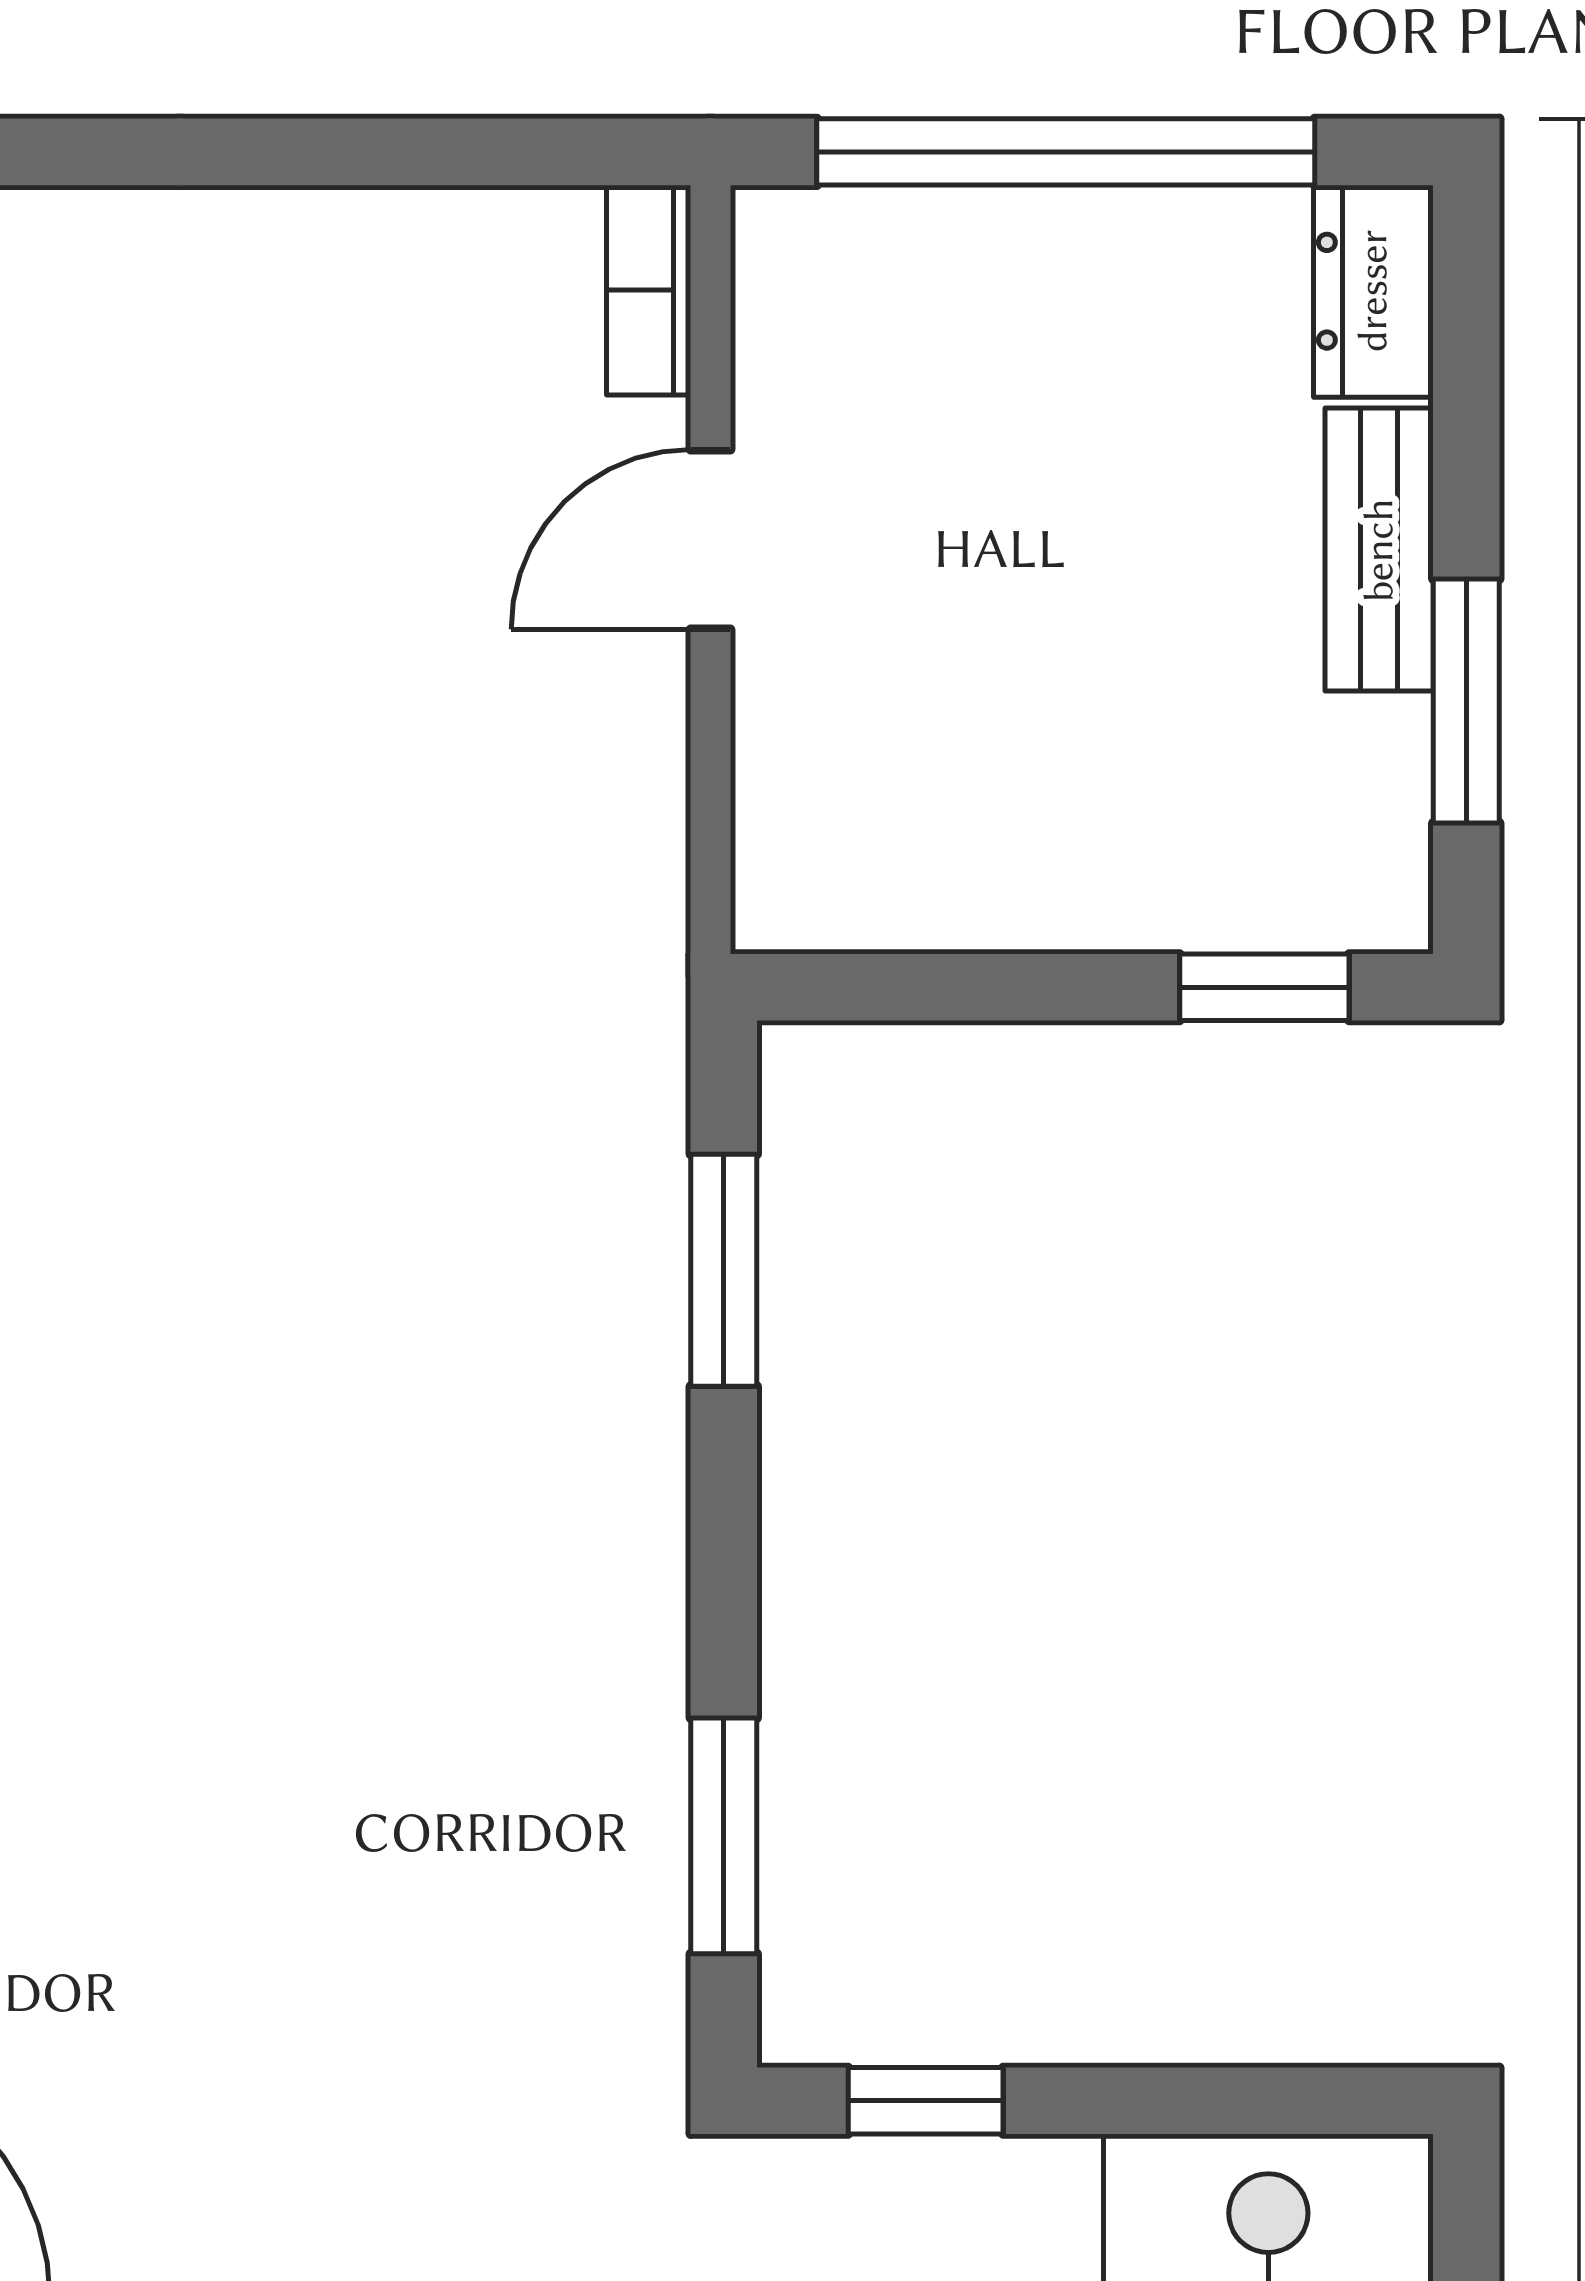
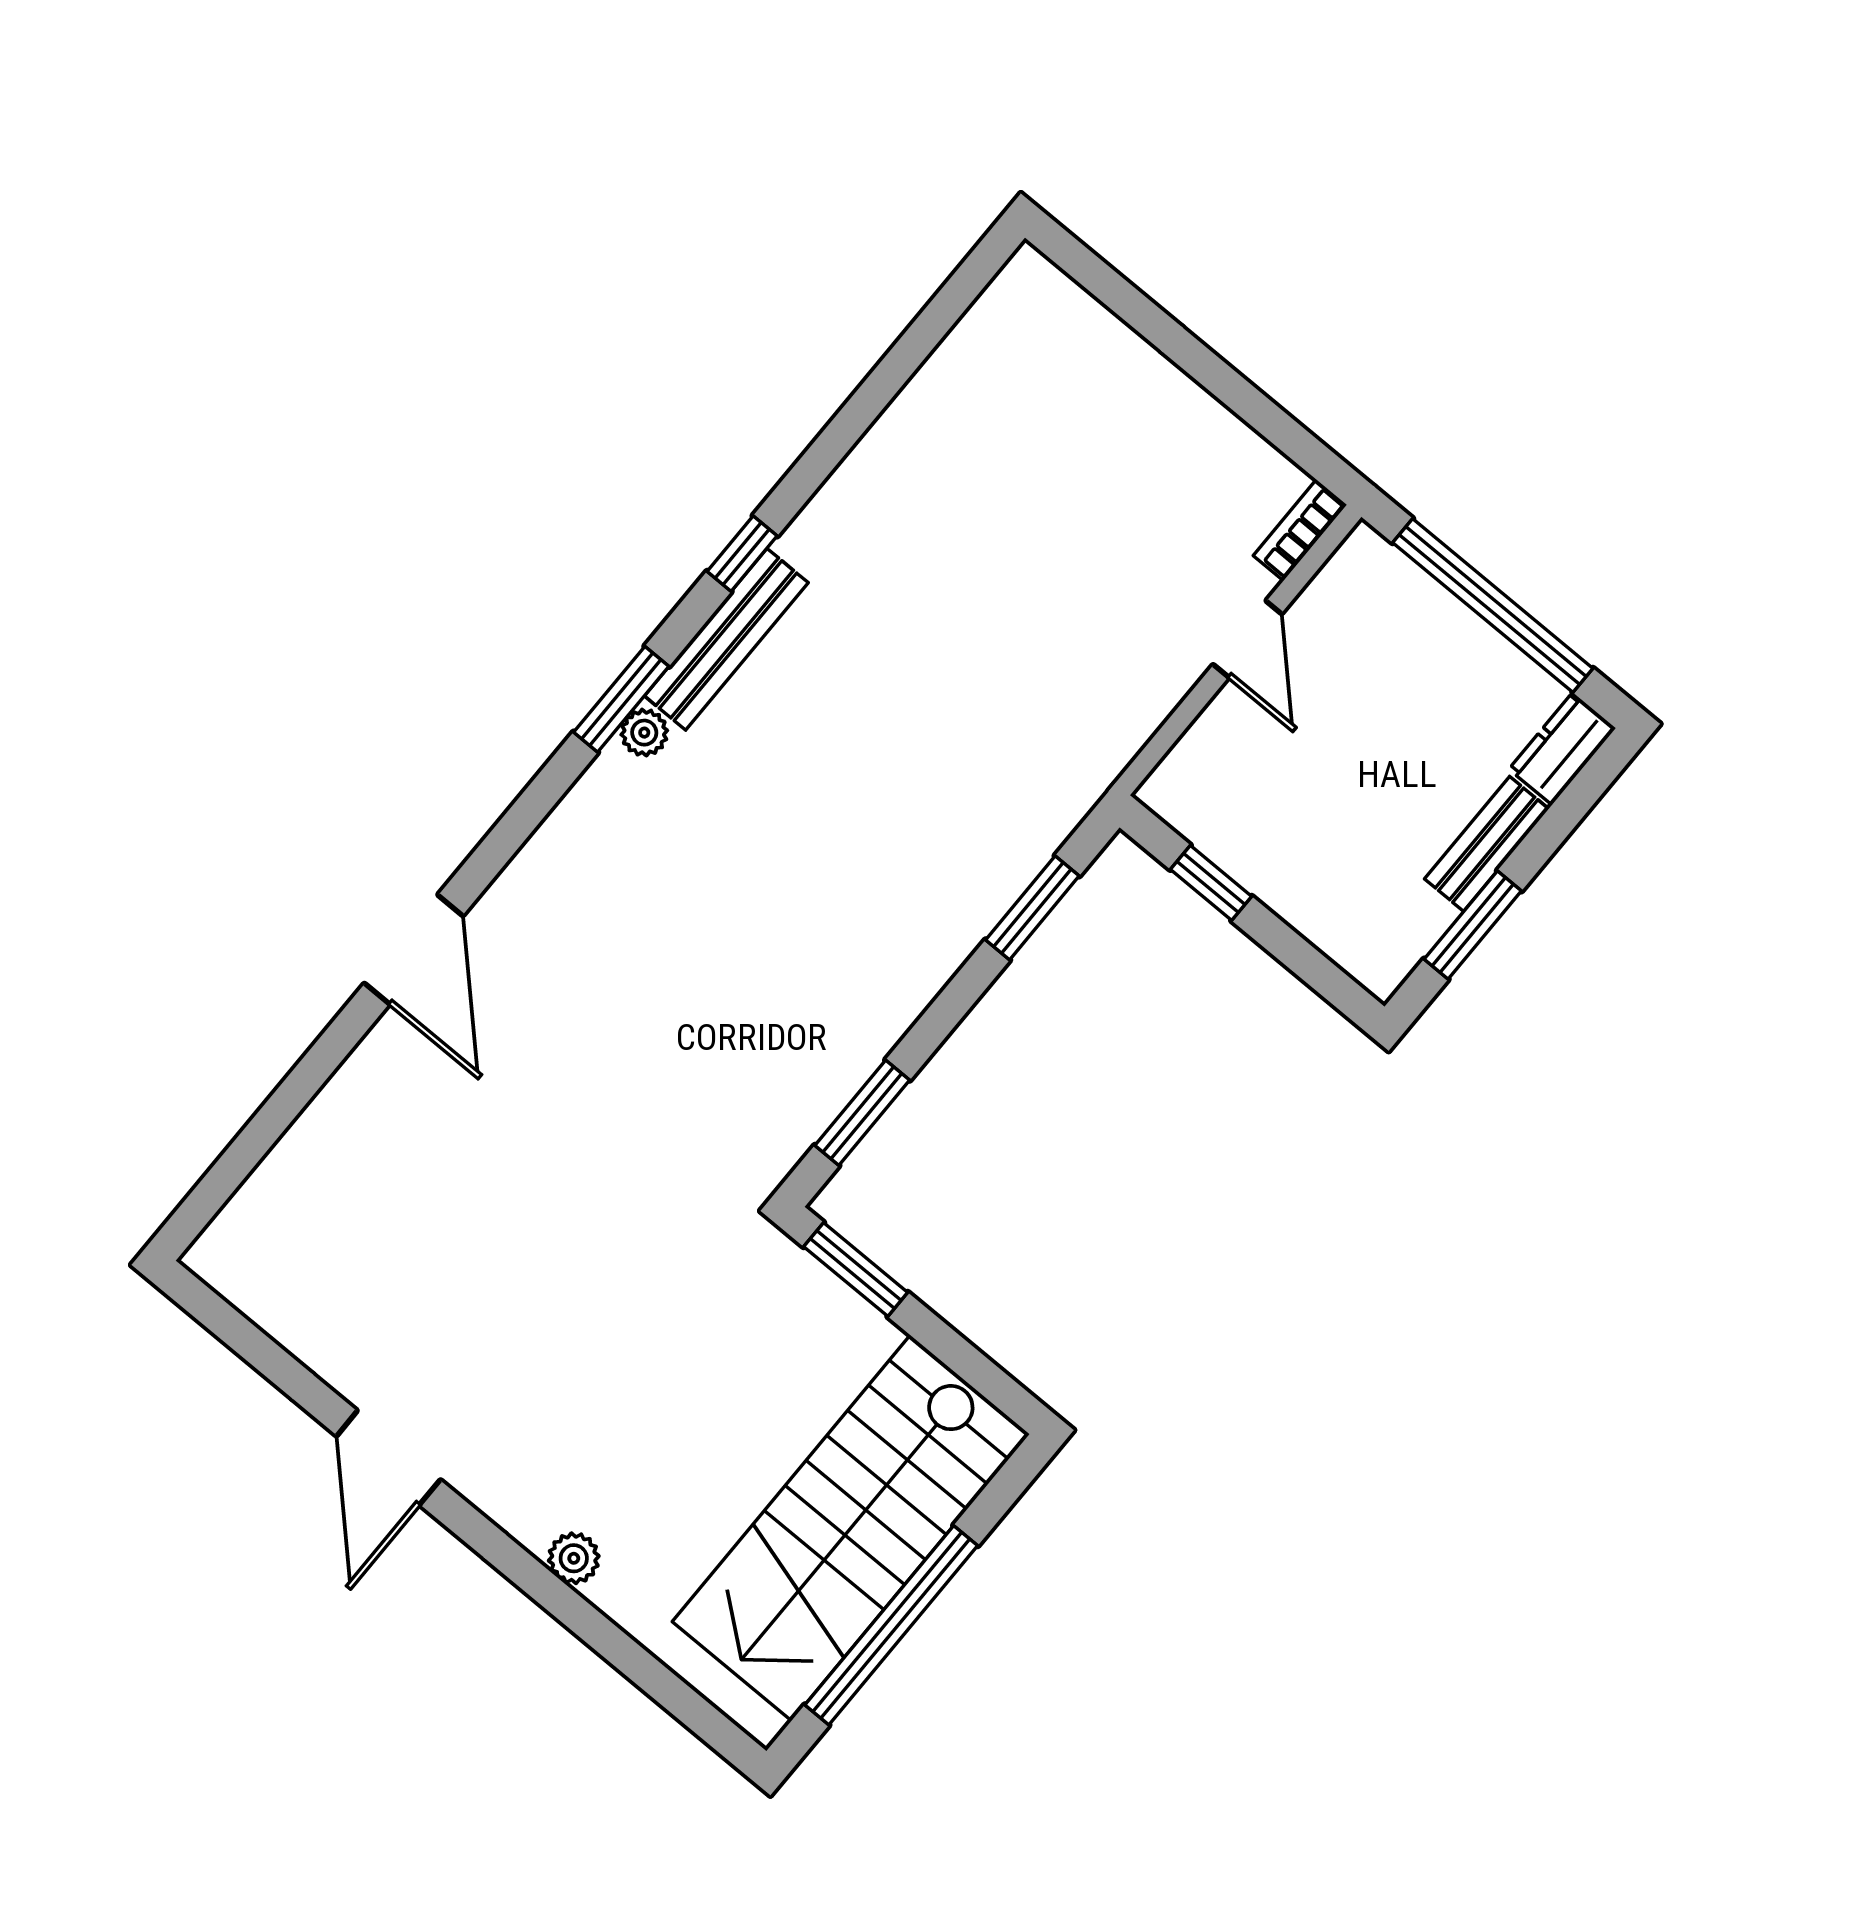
door: (711, 540) -> (1247, 639), swing flipped
window: (1264, 987) -> (1211, 883), moved
window: (926, 2101) -> (856, 1270), width x1.50

